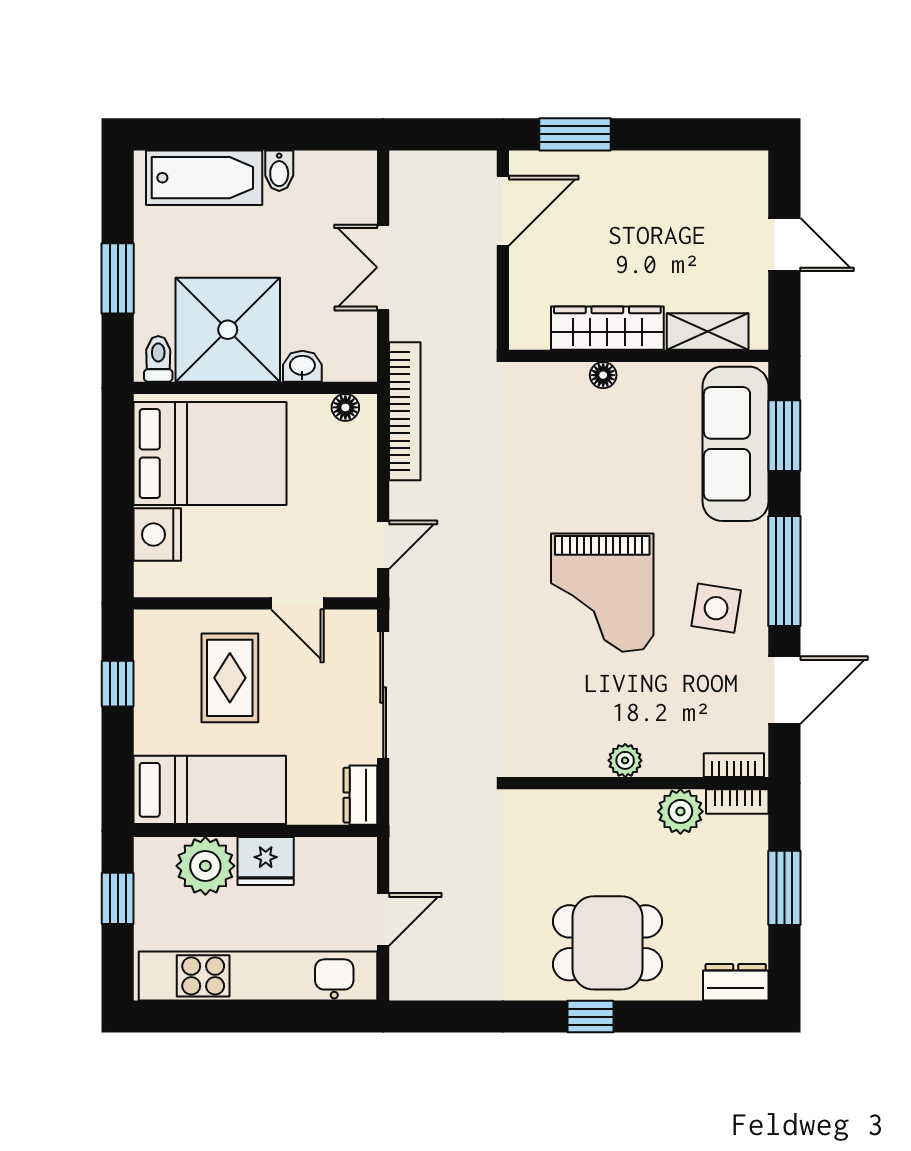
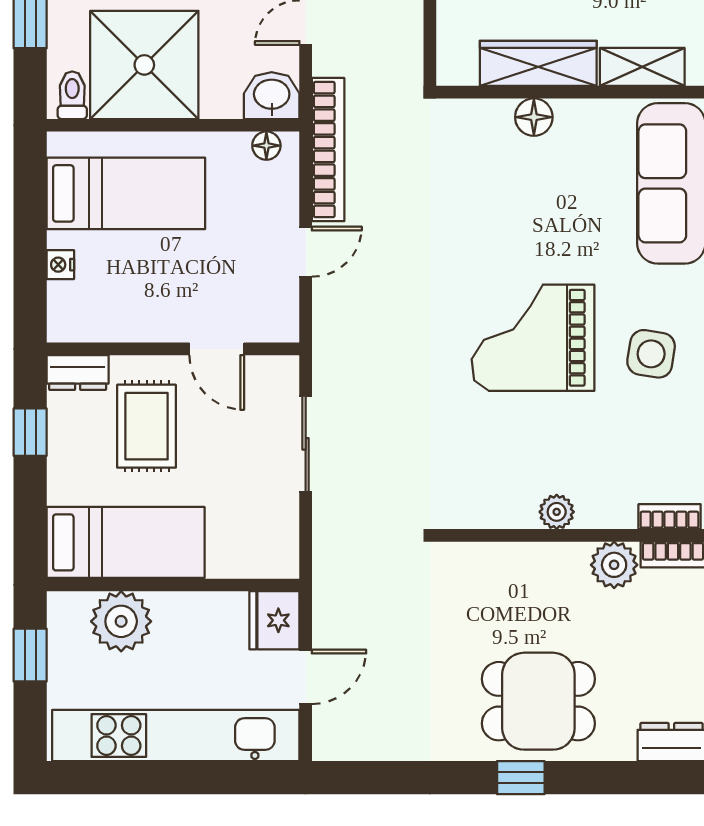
washbasin: (302, 366) -> (272, 96), moved, width x1.38, depth x1.45
floor lamp: (603, 375) -> (534, 117), width x1.37, depth x1.37
bed: (210, 454) -> (126, 193), width x0.67
nightstand: (157, 535) -> (60, 265), width x0.53, depth x0.56
door: (383, 545) -> (306, 252), moved
grand piano: (602, 593) -> (533, 338), turned 90
sliding door: (383, 695) -> (306, 444), width x0.73
dresser: (360, 795) -> (78, 373), moved, turned -90
fridge: (266, 861) -> (274, 620), moved, turned 90

